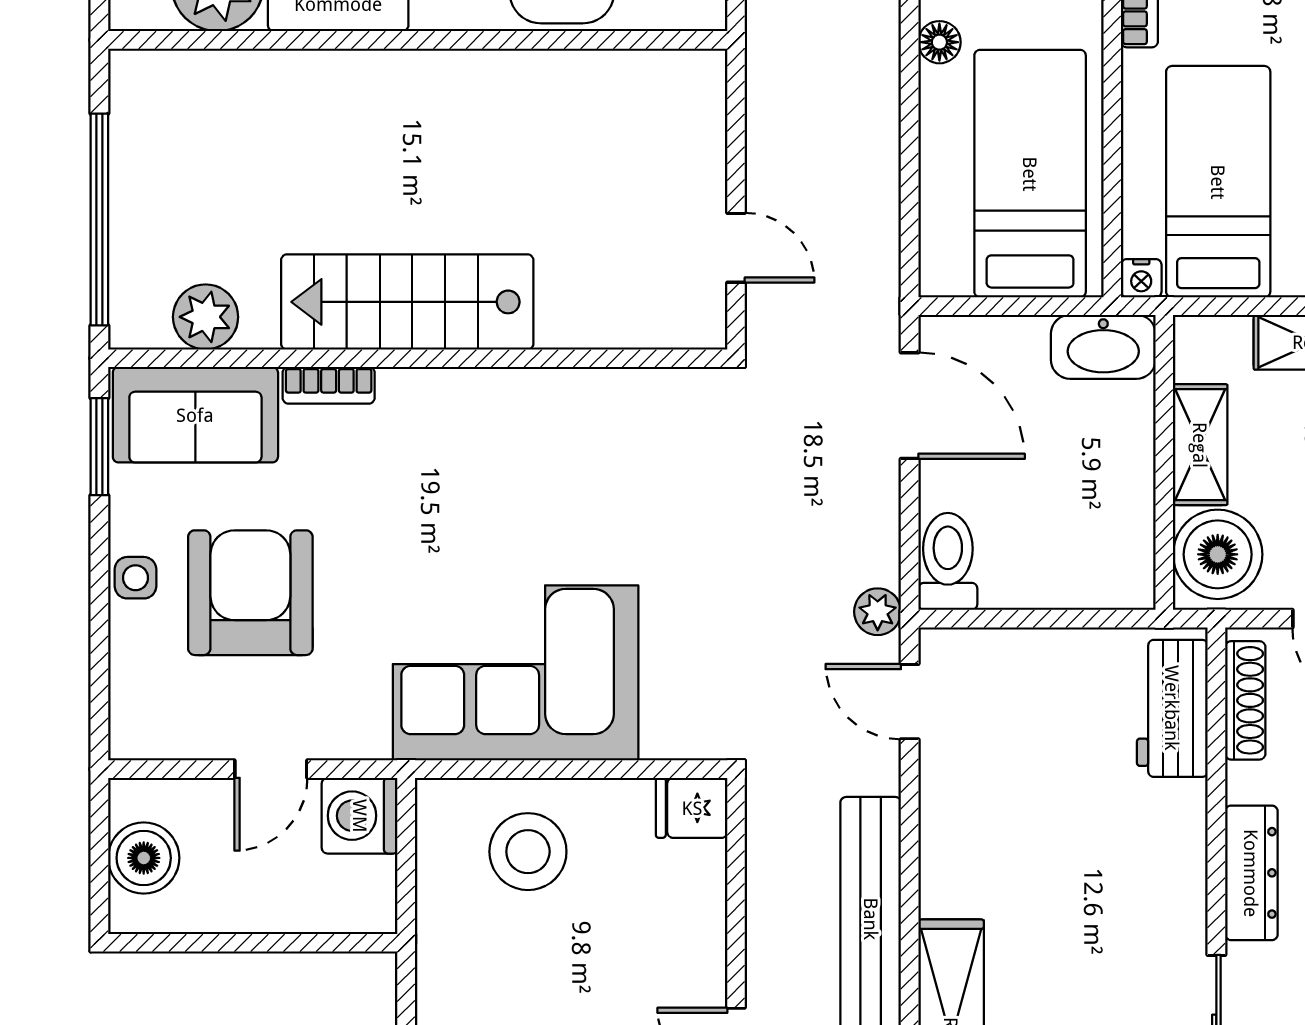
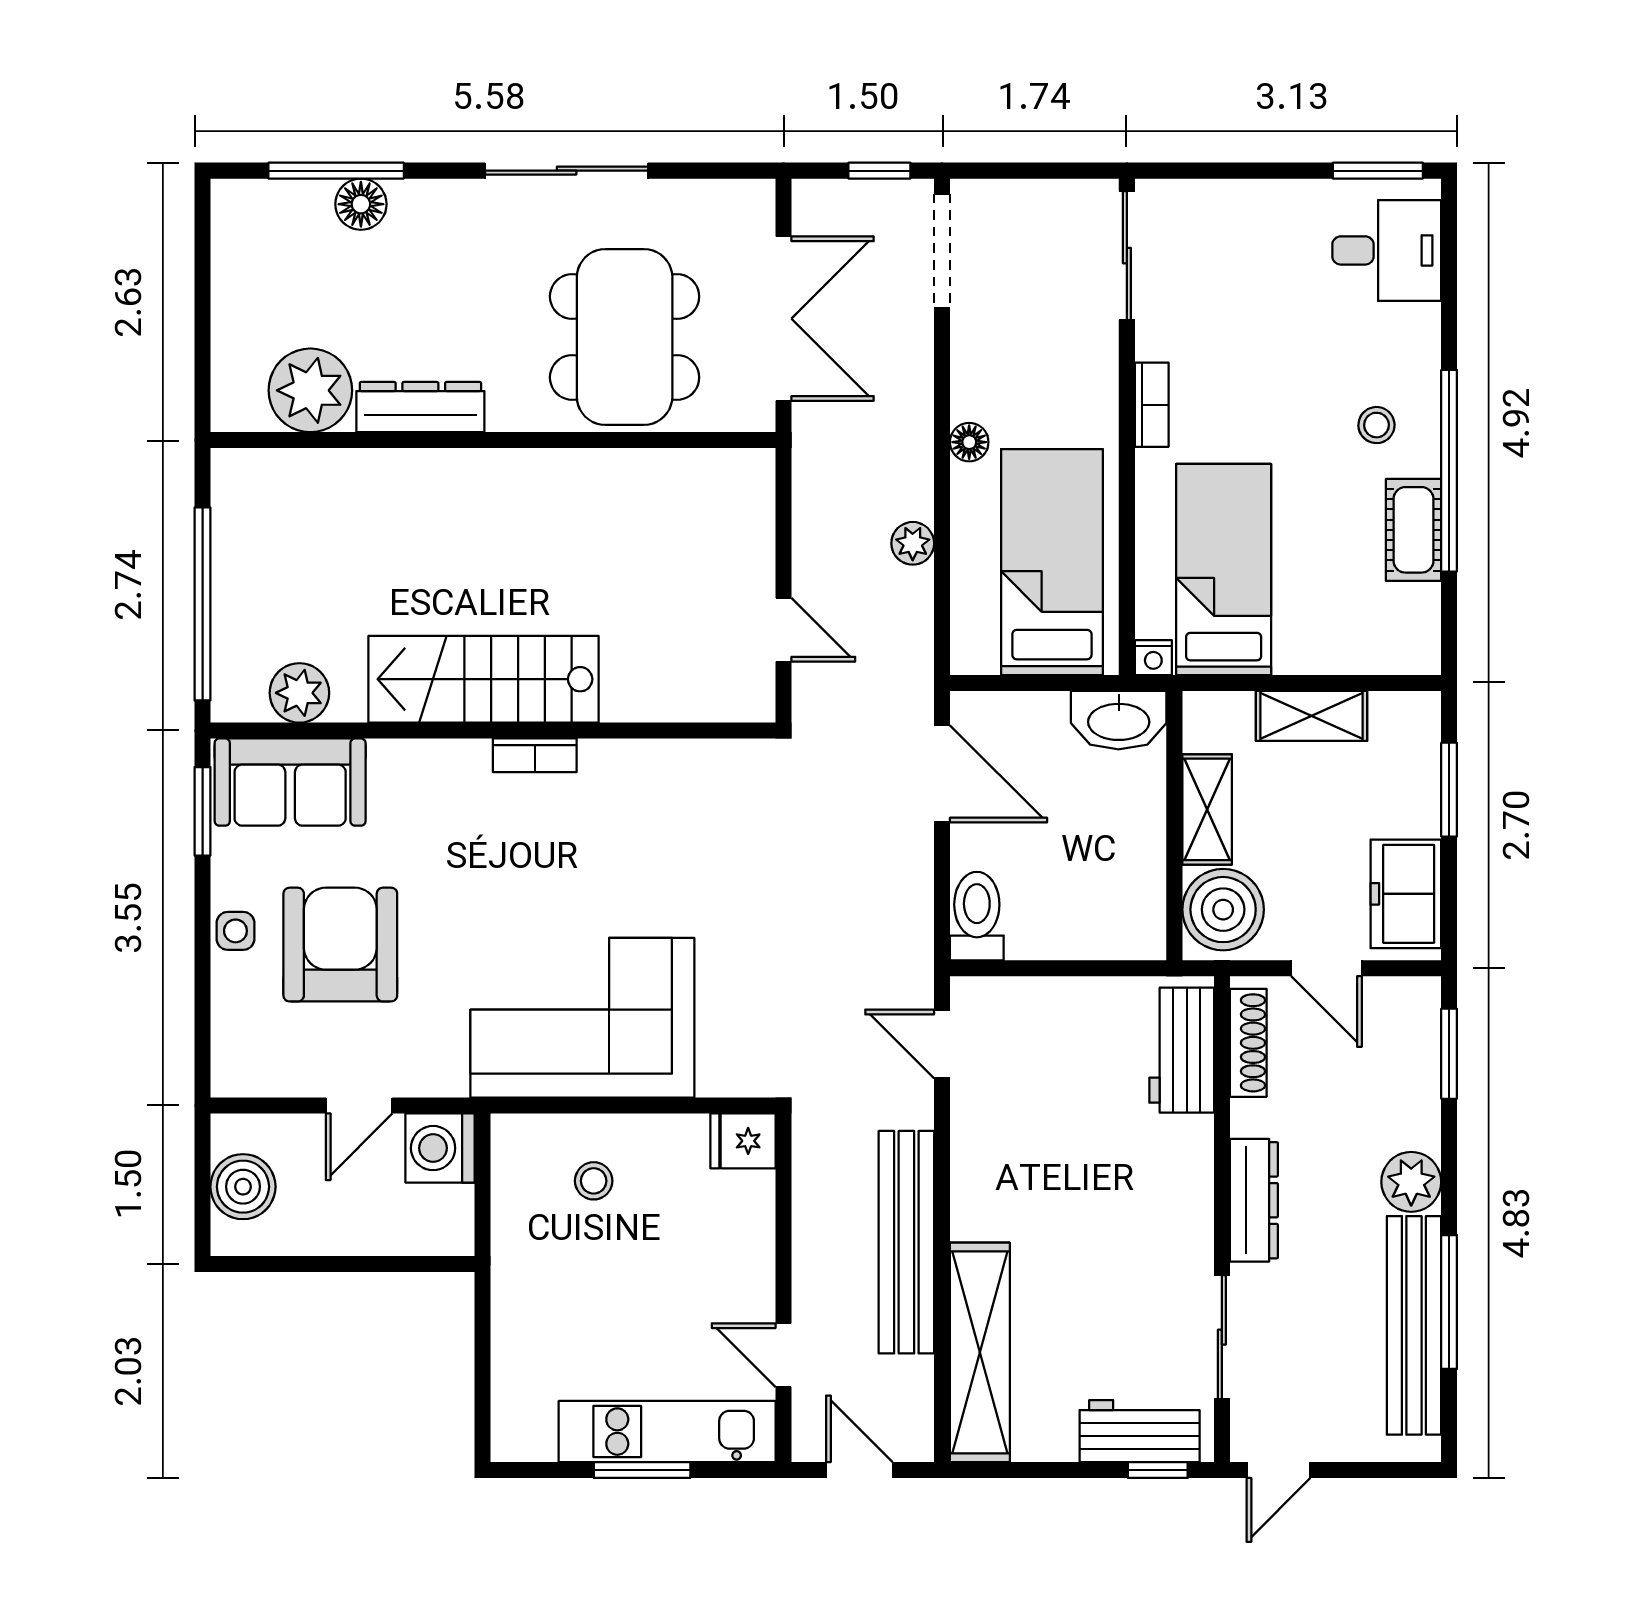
bookcase: (329, 385) -> (535, 755), moved
plant: (878, 612) -> (913, 543), moved
stool: (528, 852) -> (594, 1181), width x0.53, depth x0.53

